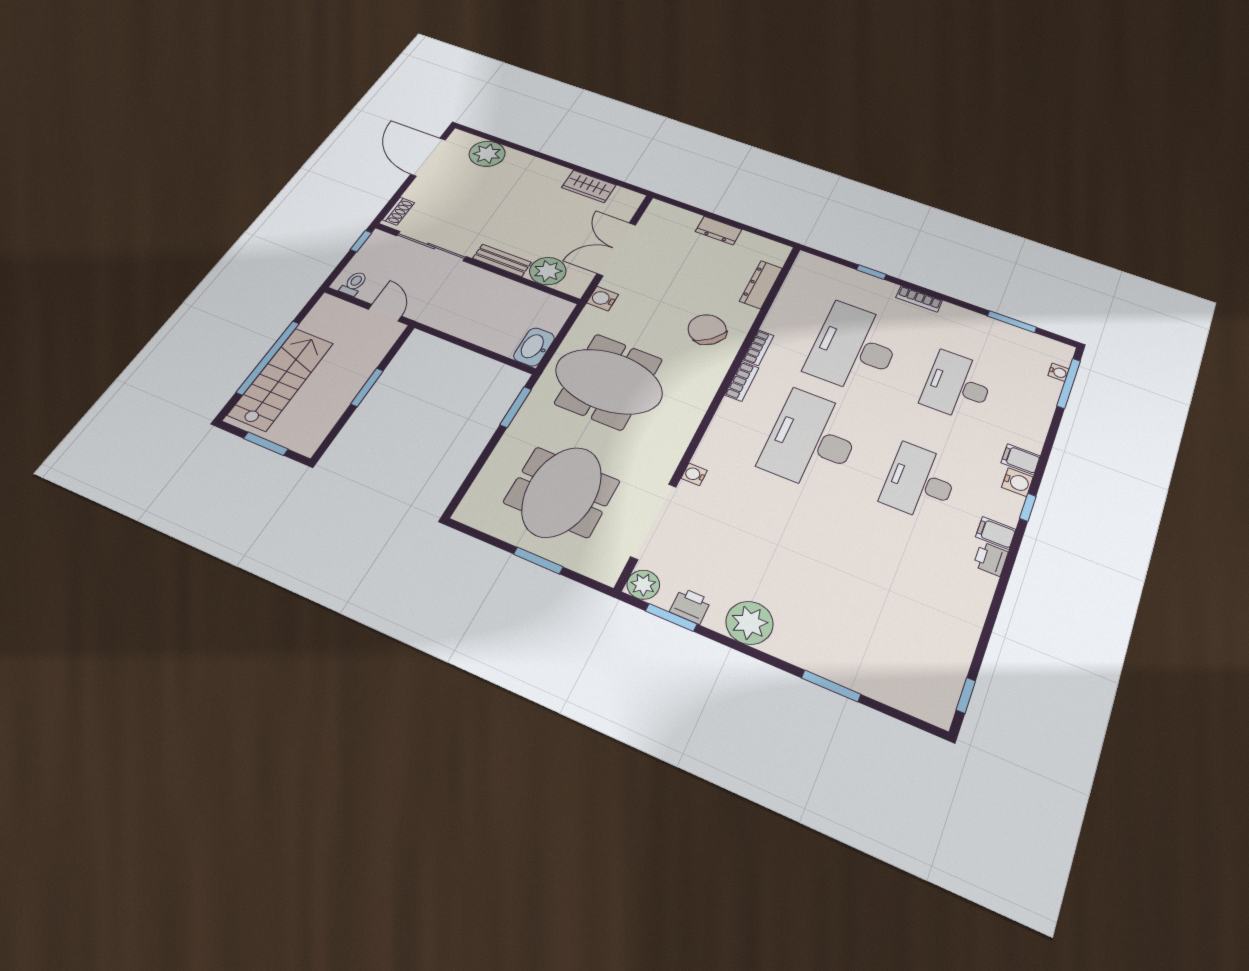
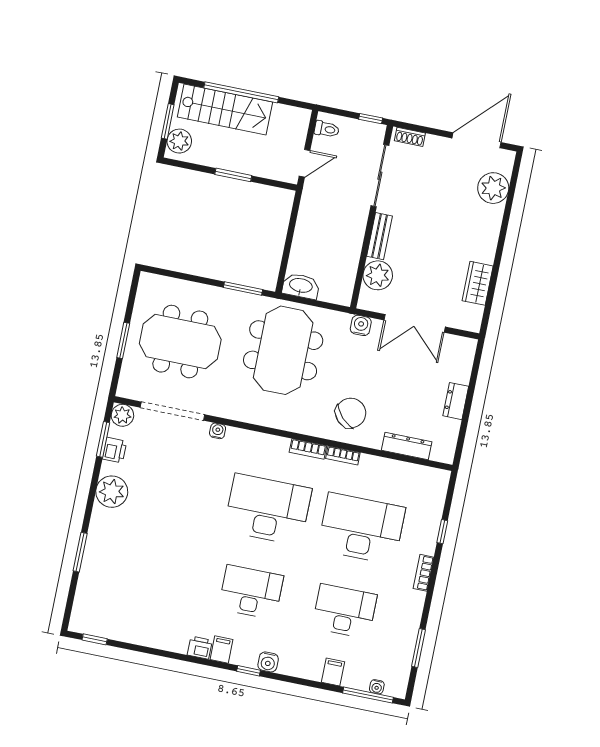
double door: (616, 249) -> (415, 323), swing flipped
plant: (297, 436) -> (179, 141), added
filing cabinet: (1021, 459) -> (333, 672), moved

